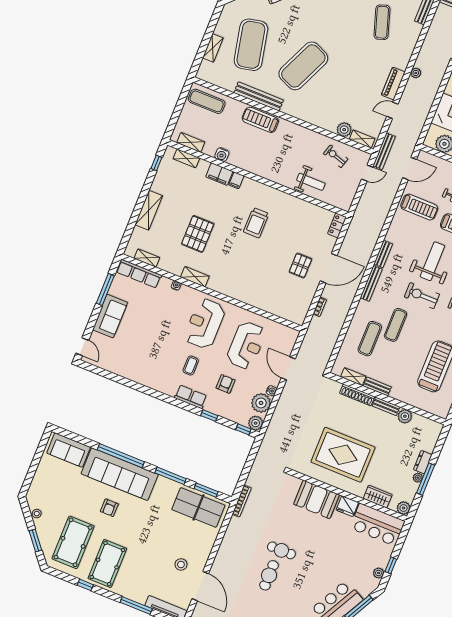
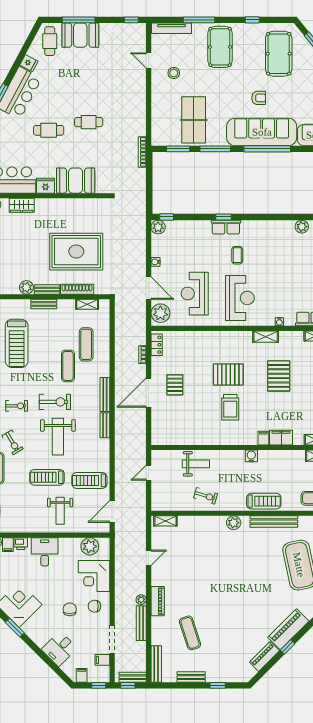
exercise mat: (303, 66) -> (245, 565), removed
piano: (393, 84) -> (158, 601), moved
plant: (344, 130) -> (234, 523), moved
bench: (384, 151) -> (141, 623), moved
water cooler: (222, 155) -> (251, 456), moved
exercise bike: (336, 156) -> (206, 496), moved
door: (367, 173) -> (149, 473), moved
weight bench: (311, 182) -> (196, 464), turned 180
trolley: (256, 223) -> (230, 407), turned 180
locker: (337, 225) -> (157, 345), moved
pallet: (245, 255) -> (228, 375), added
plant: (118, 368) -> (302, 227), added
armchair: (225, 384) -> (199, 251), removed
bench: (377, 387) -> (44, 304), moved
plant: (261, 403) -> (160, 313), moved
window: (209, 416) -> (223, 217), moved
rug: (343, 455) -> (76, 252), moved
table tennis table: (198, 507) -> (194, 120), moved, turned 90
armchair: (109, 508) -> (259, 98), turned 90
pool table: (107, 564) -> (220, 47), moved
cafe table: (269, 575) -> (49, 130), moved, turned 90
door: (200, 586) -> (149, 60), width x0.53

